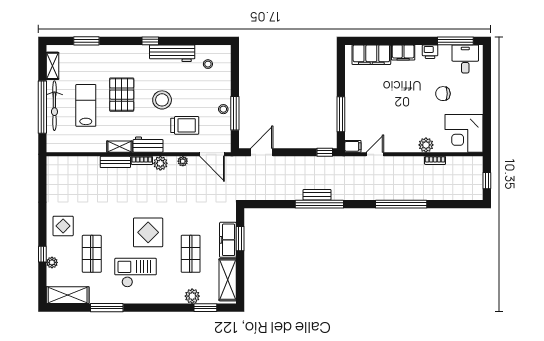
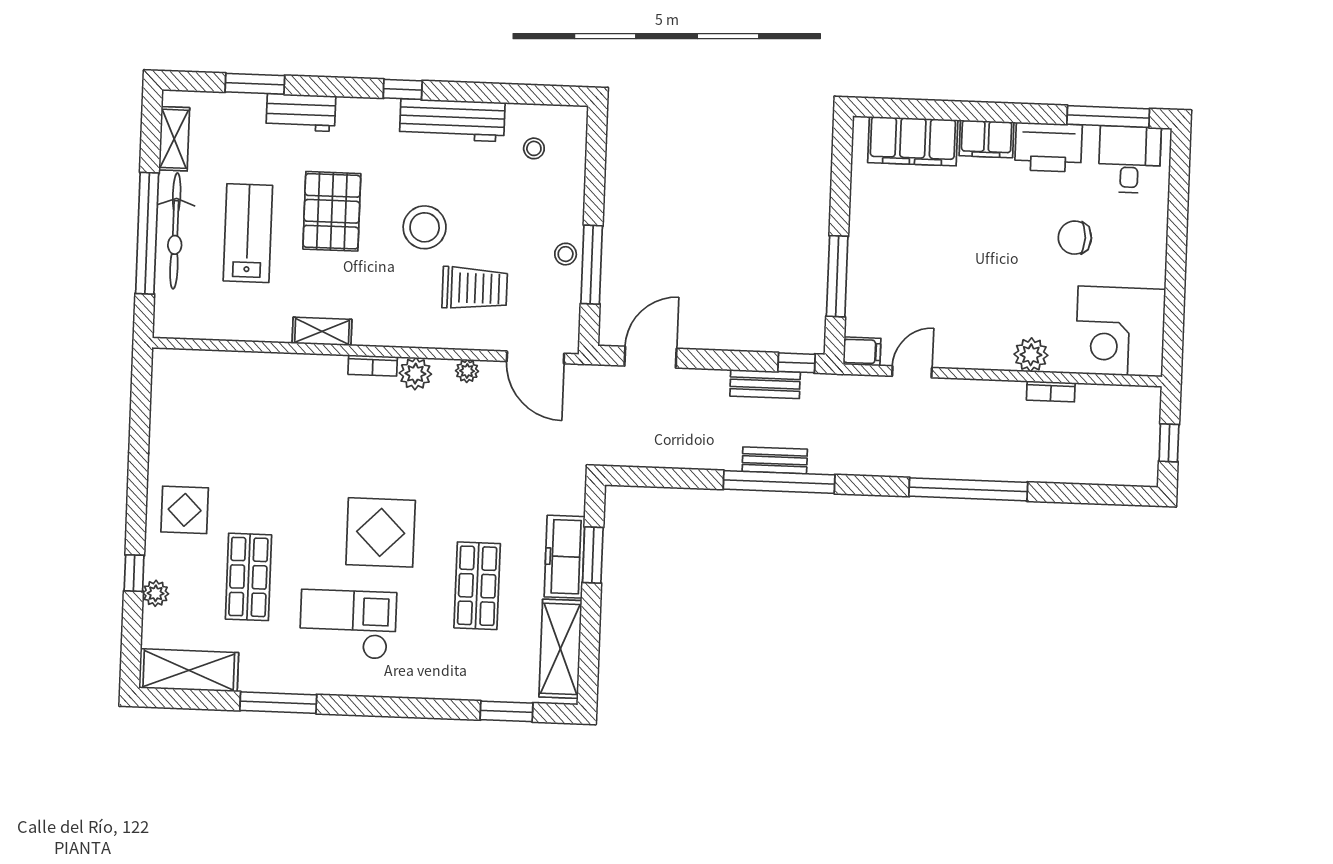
printer: (430, 52) -> (1049, 147), width x1.87, depth x1.48
workbench: (148, 145) -> (301, 112), moved, turned 180
bench: (115, 162) -> (765, 384), moved
plant: (192, 296) -> (477, 684), removed

